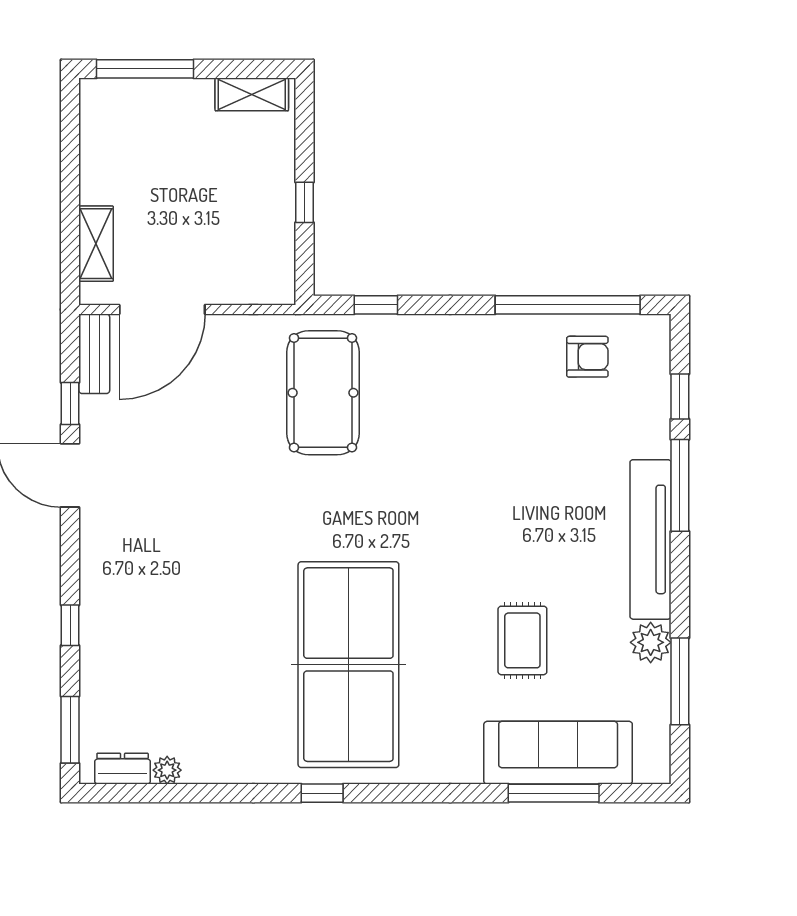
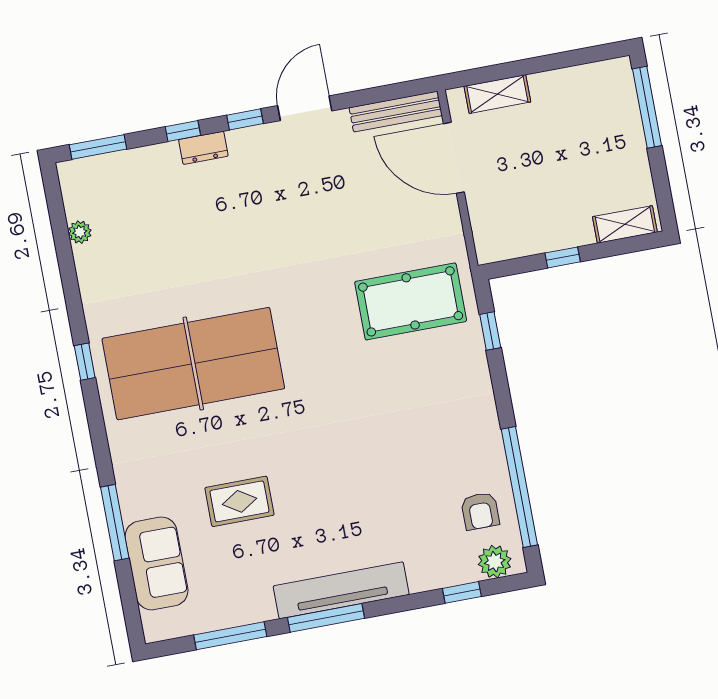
shelving: (252, 94) -> (625, 224), moved, turned 90
bench: (94, 354) -> (396, 112), width x1.36
window: (70, 403) -> (245, 119), moved
window: (680, 485) -> (326, 618), moved
plant: (651, 642) -> (495, 562), moved
sofa: (558, 753) -> (157, 563), width x0.73
dresser: (123, 769) -> (203, 148), moved, turned 90
window: (554, 793) -> (115, 523), moved

